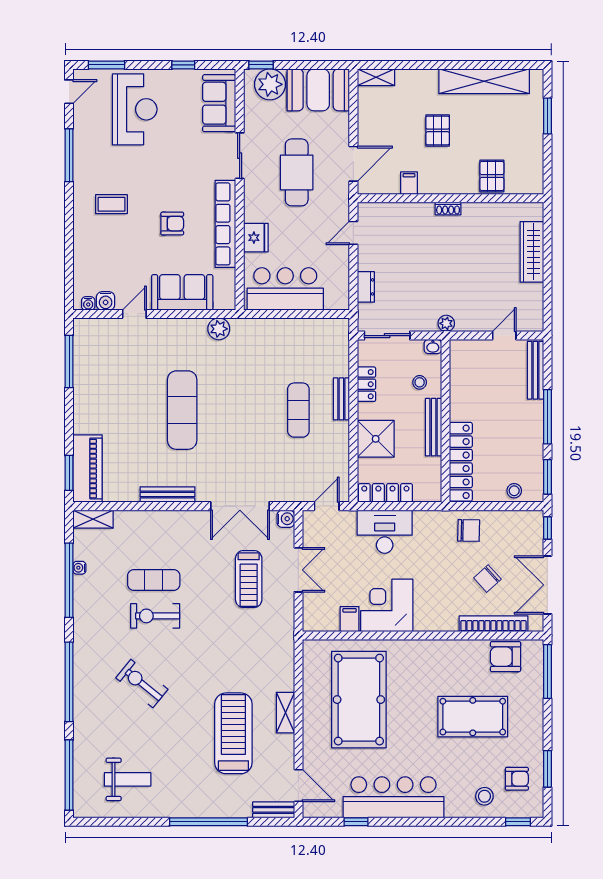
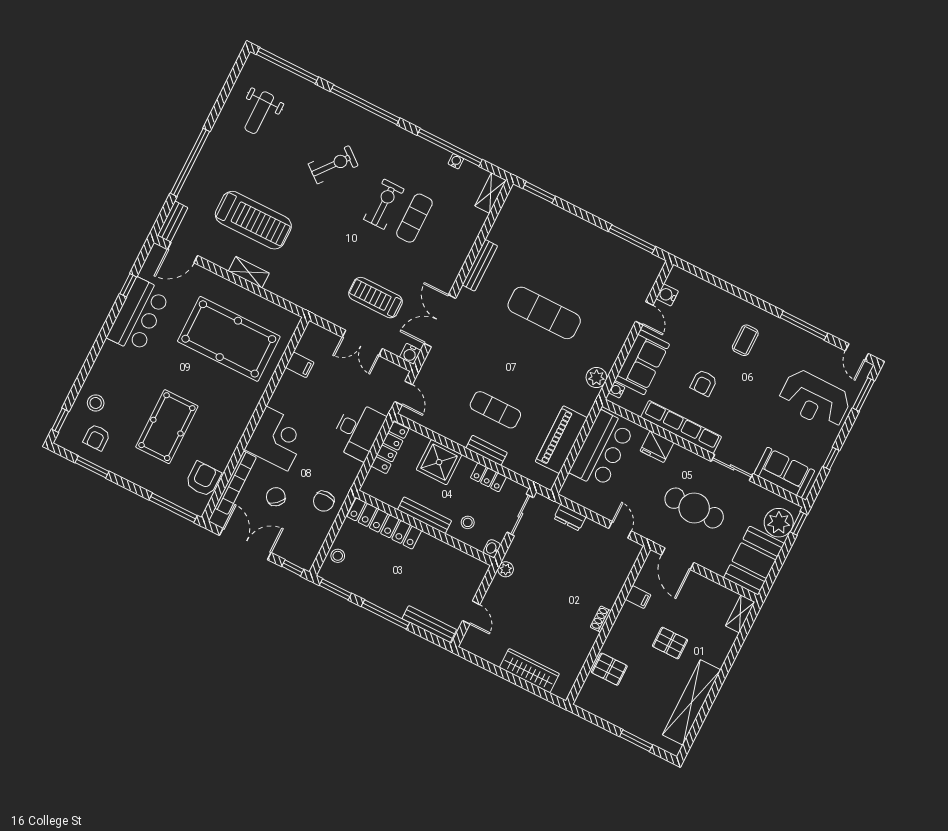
water cooler: (88, 303) -> (617, 390), moved
piano: (88, 469) -> (561, 440), moved, turned 90
corner desk: (387, 605) -> (277, 439), moved
bar counter: (393, 797) -> (138, 316), width x0.73

